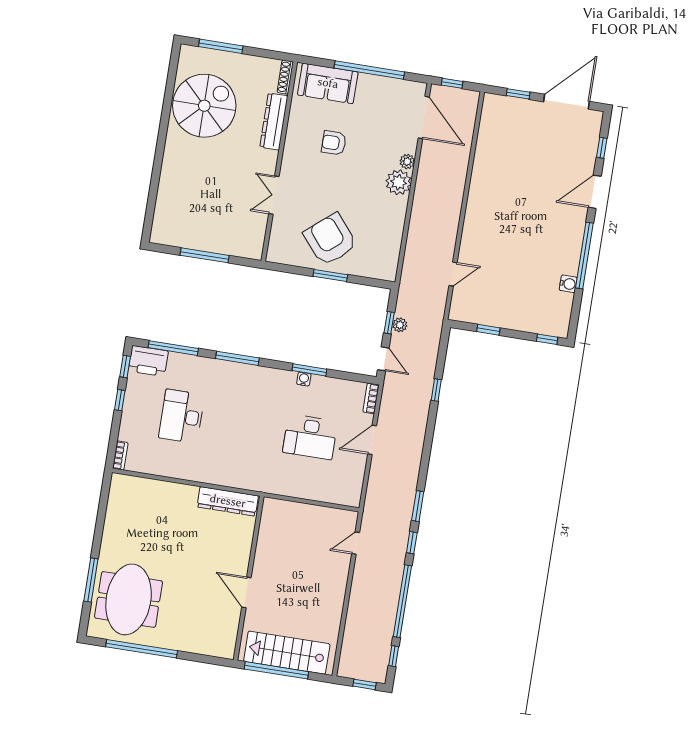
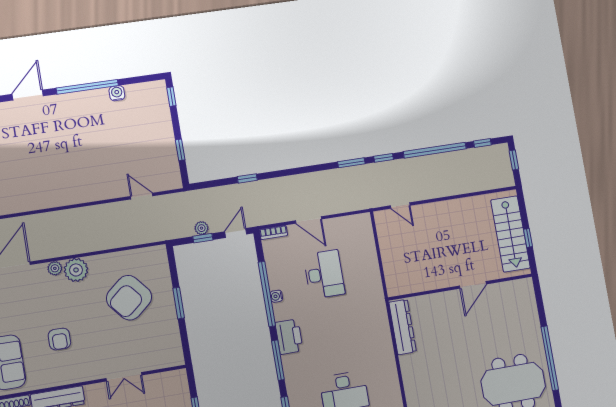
door: (595, 192) -> (28, 95), swing flipped
armchair: (330, 239) -> (129, 298), moved
window: (309, 370) -> (267, 294), width x2.11
printer: (258, 378) -> (289, 337), added
window: (276, 670) -> (528, 238), width x0.32

